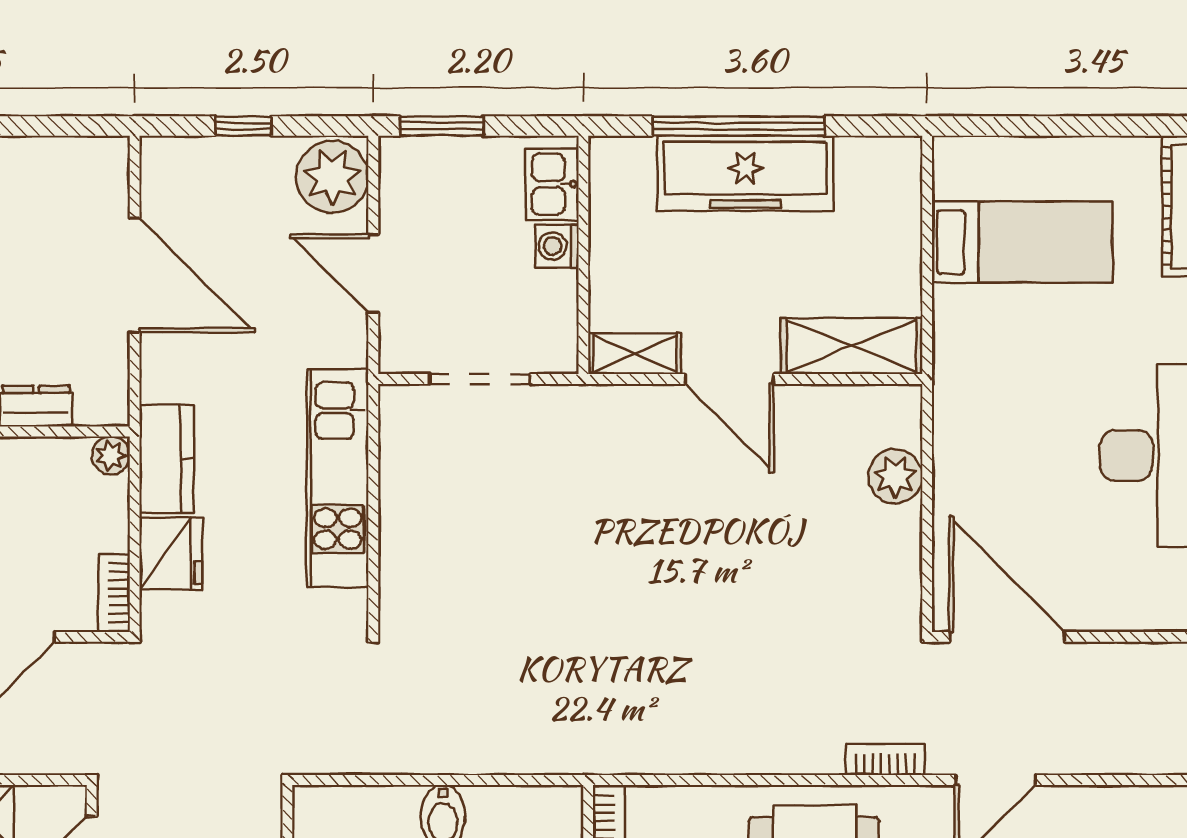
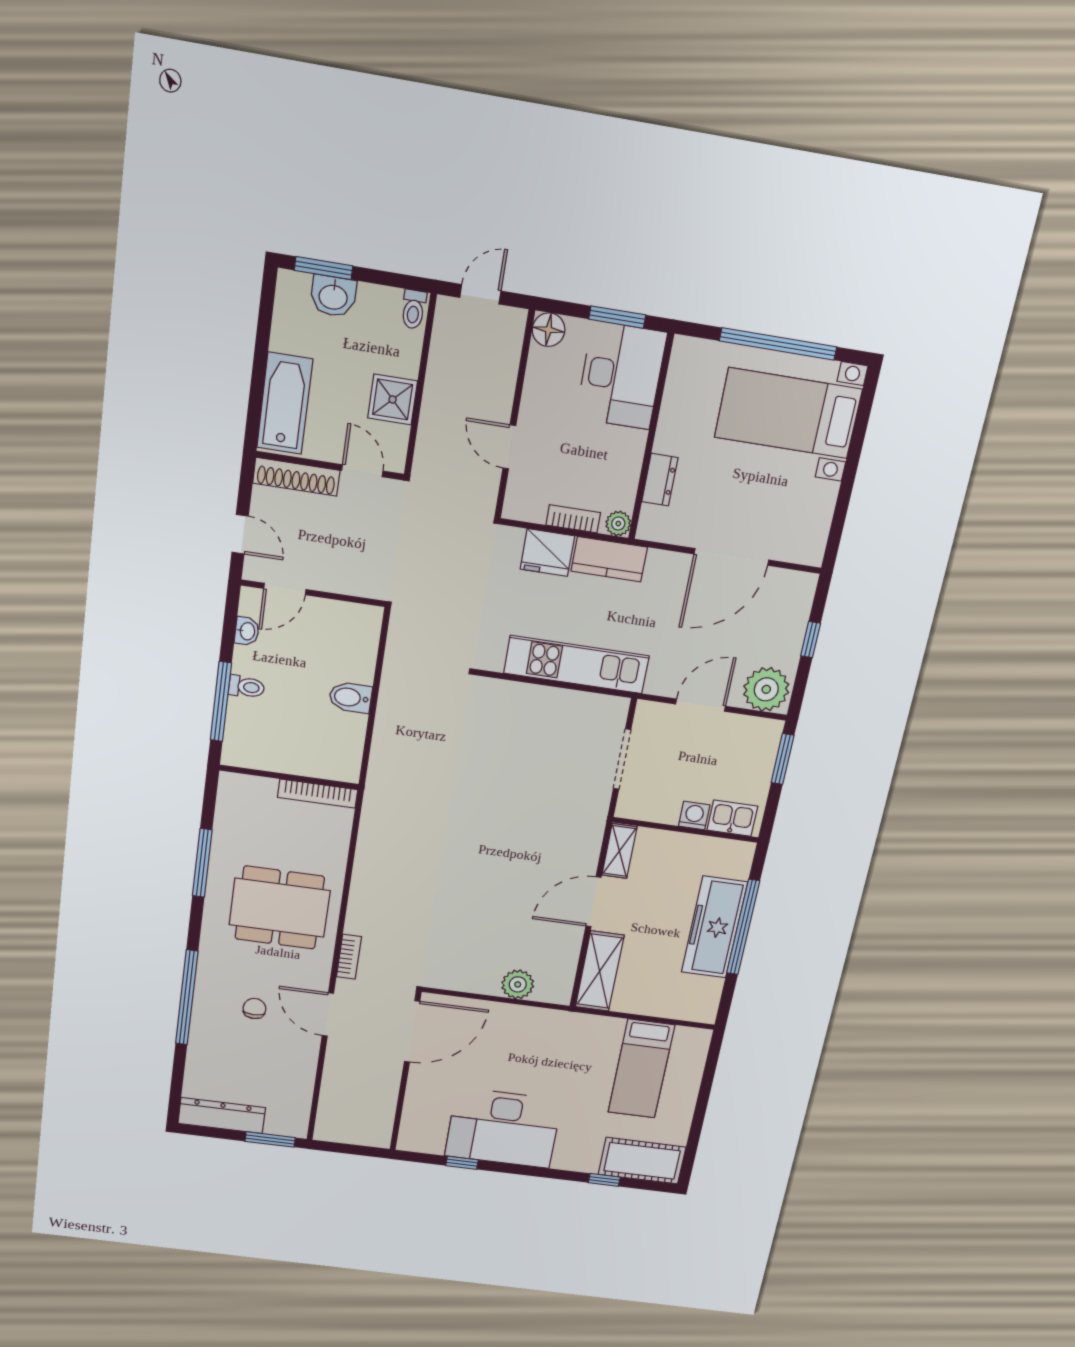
bookcase: (114, 593) -> (573, 519), moved

